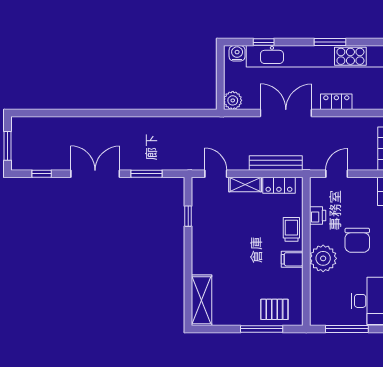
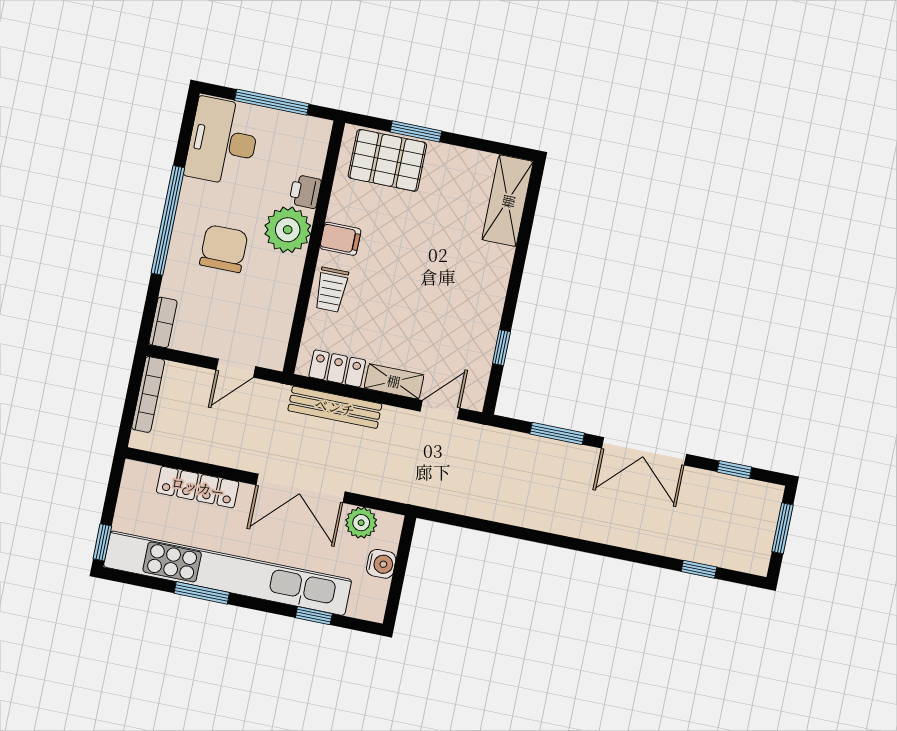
water cooler: (237, 53) -> (381, 564), moved, turned -90
plant: (233, 100) -> (361, 523), moved
locker: (336, 102) -> (198, 487), width x1.53
window: (50, 113) -> (699, 569), added
door: (216, 174) -> (440, 410), swing flipped
printer: (318, 215) -> (305, 192), moved
pallet: (274, 309) -> (387, 160), width x1.50, depth x1.42
window: (262, 329) -> (416, 131), width x0.69

